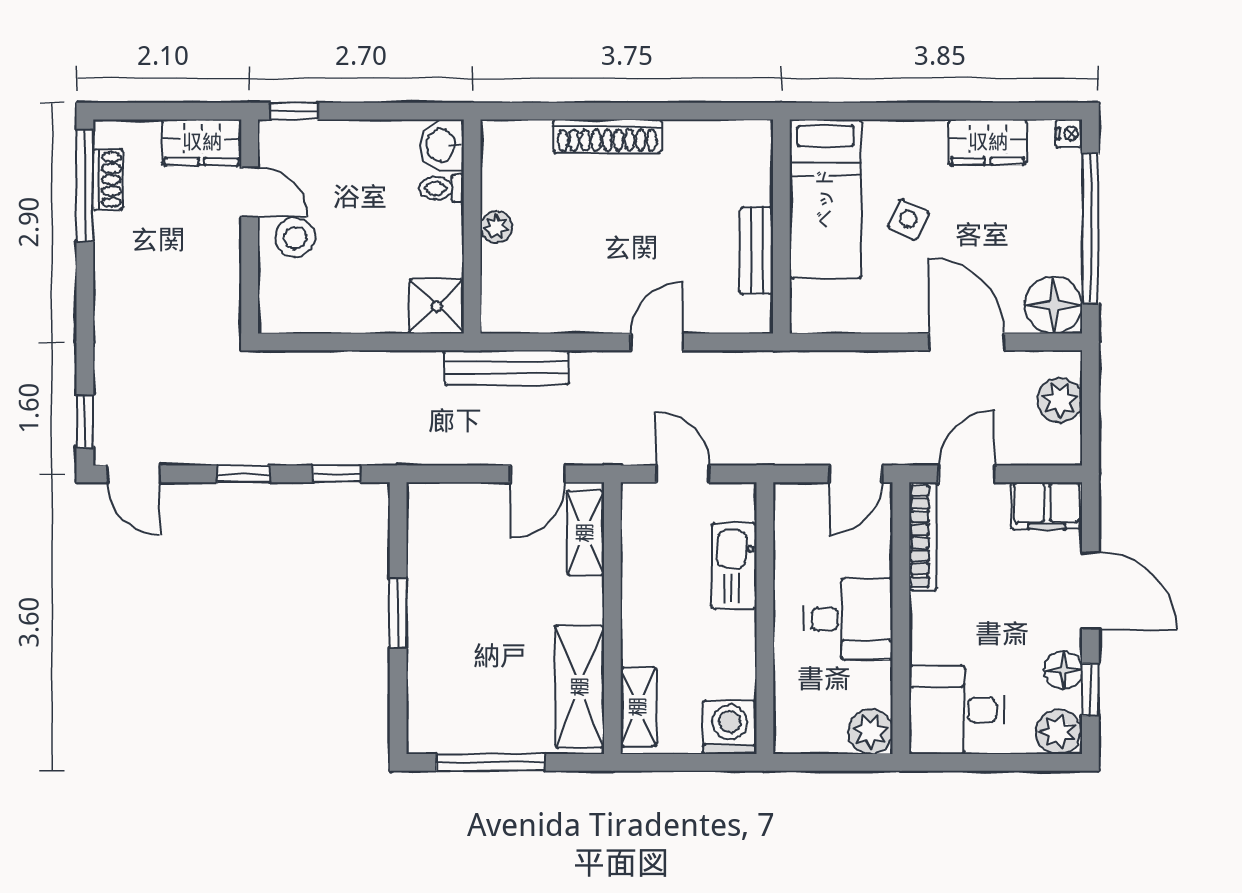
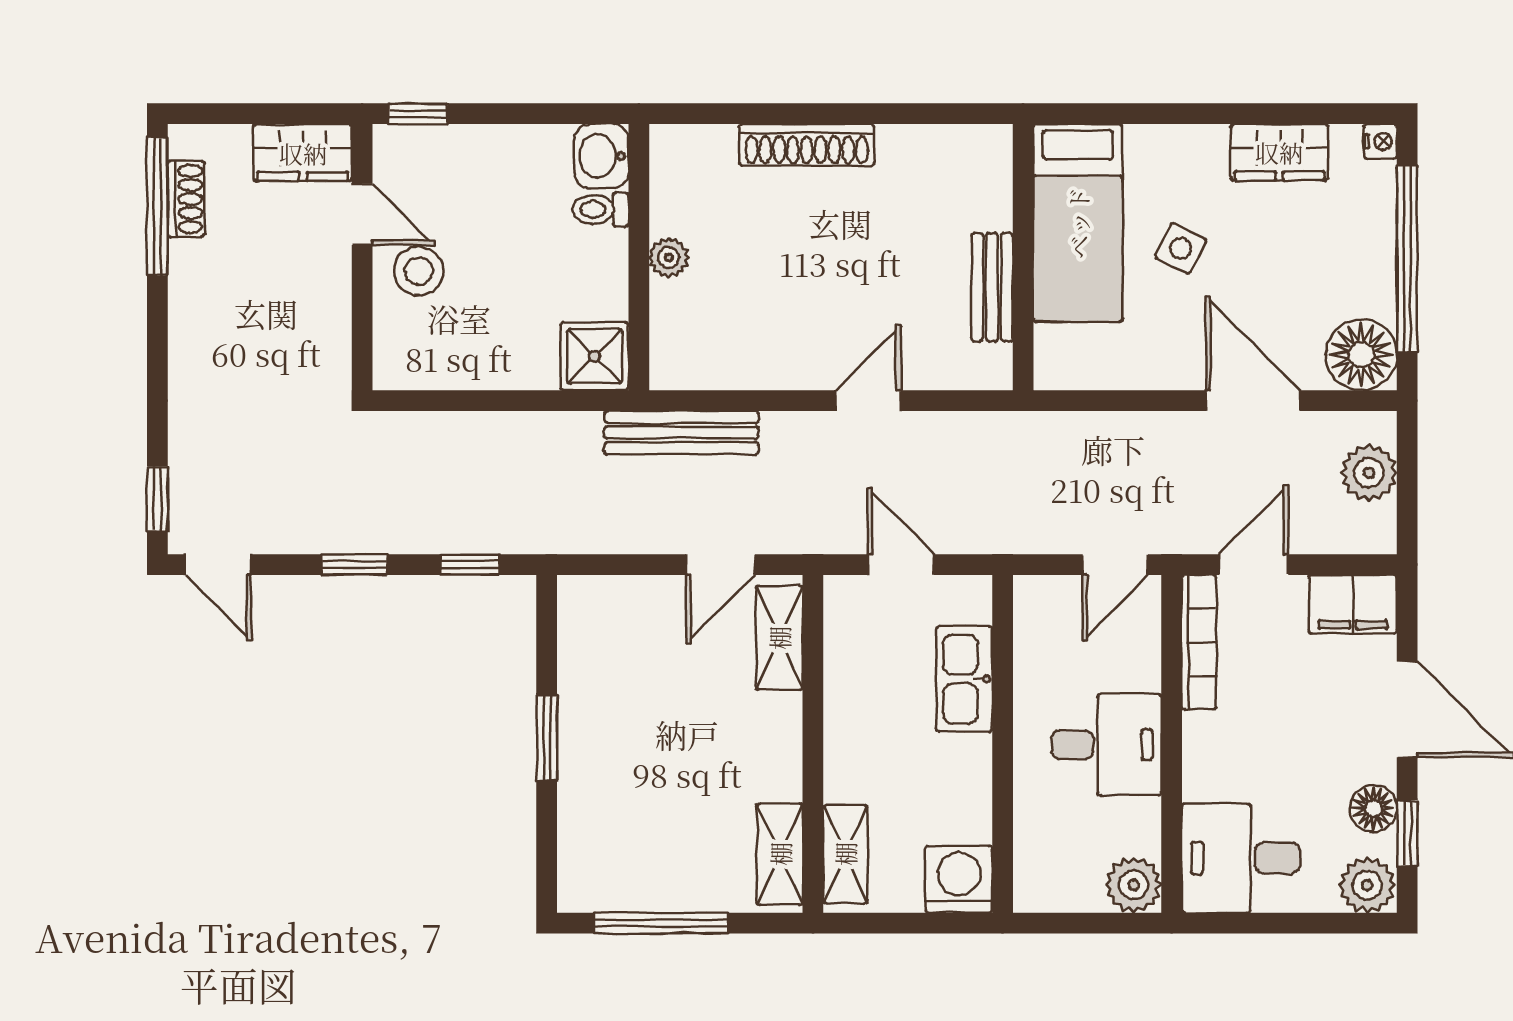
shelving: (580, 687) -> (780, 854), width x0.67, depth x0.75

